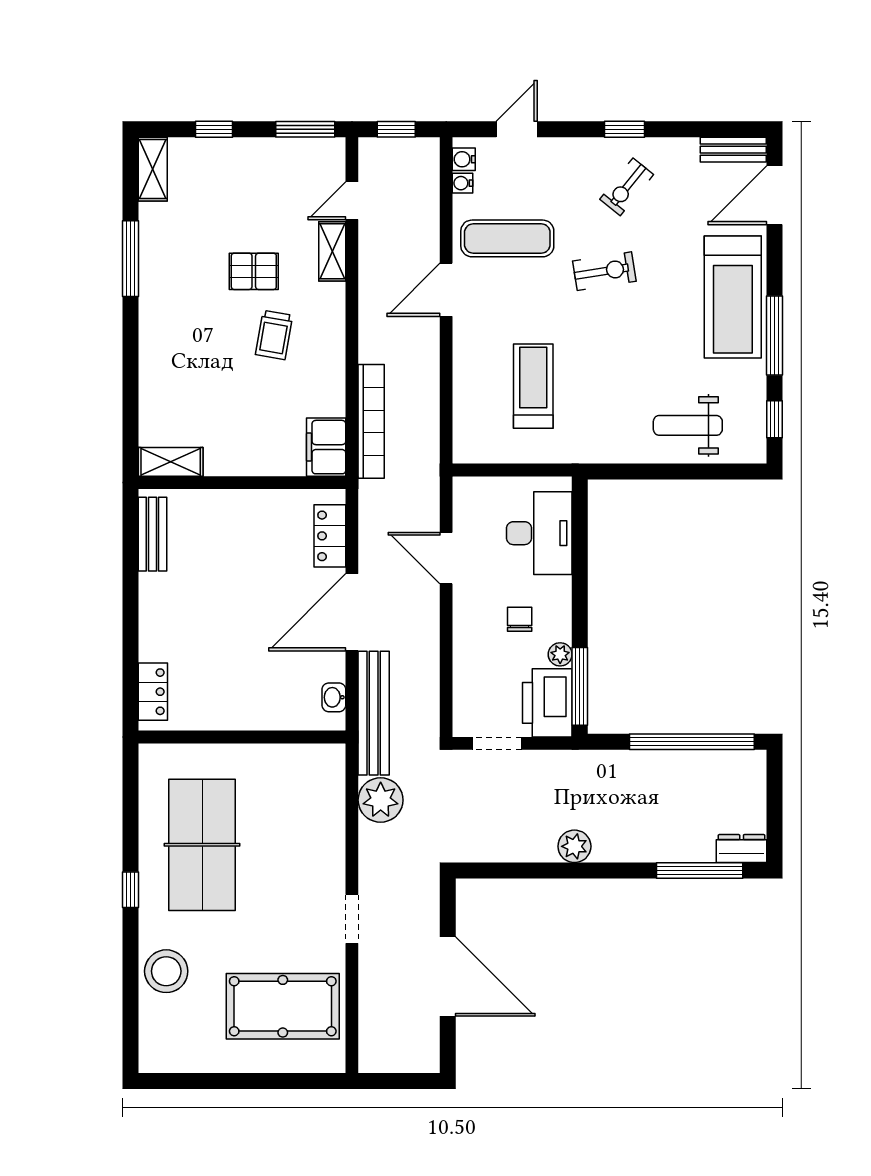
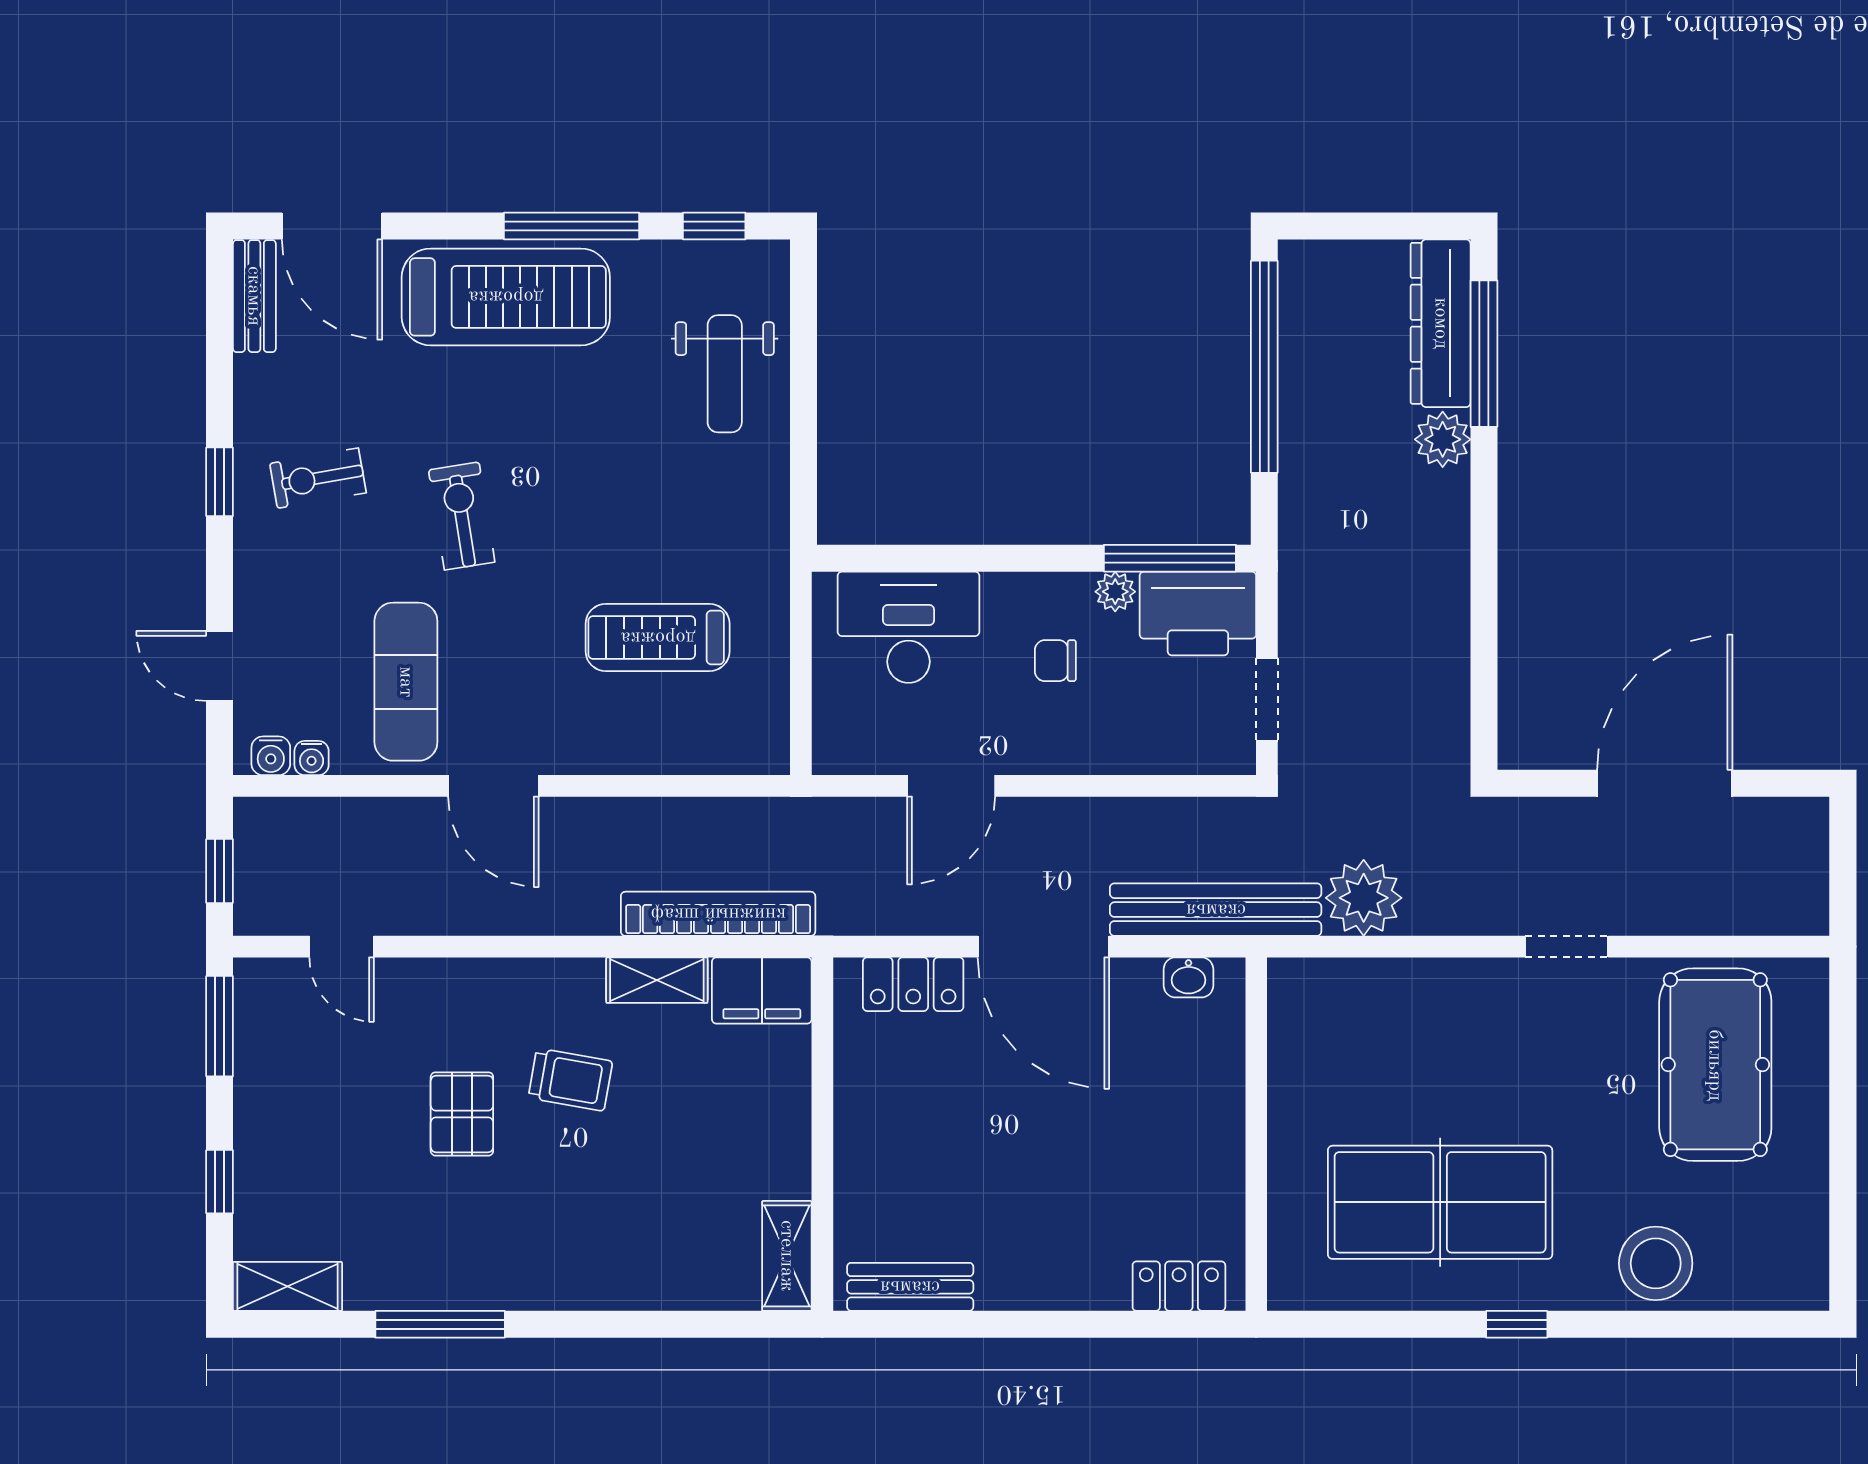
exercise bike: (627, 187) -> (318, 478), turned 131
shelving: (332, 251) -> (657, 980), moved
plant: (574, 846) -> (1443, 439), moved
dresser: (742, 849) -> (1441, 323), width x1.96, depth x1.24

